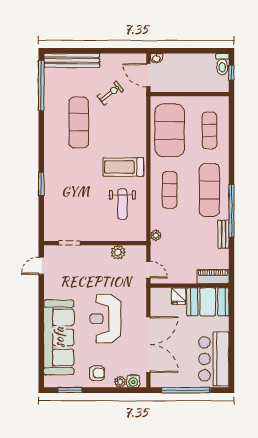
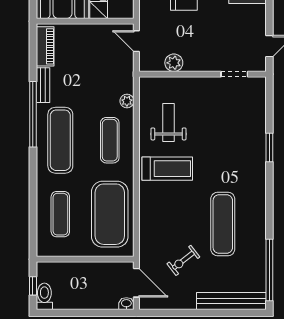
plant: (156, 235) -> (127, 101), moved
piano: (213, 277) -> (45, 46), moved, turned -90

